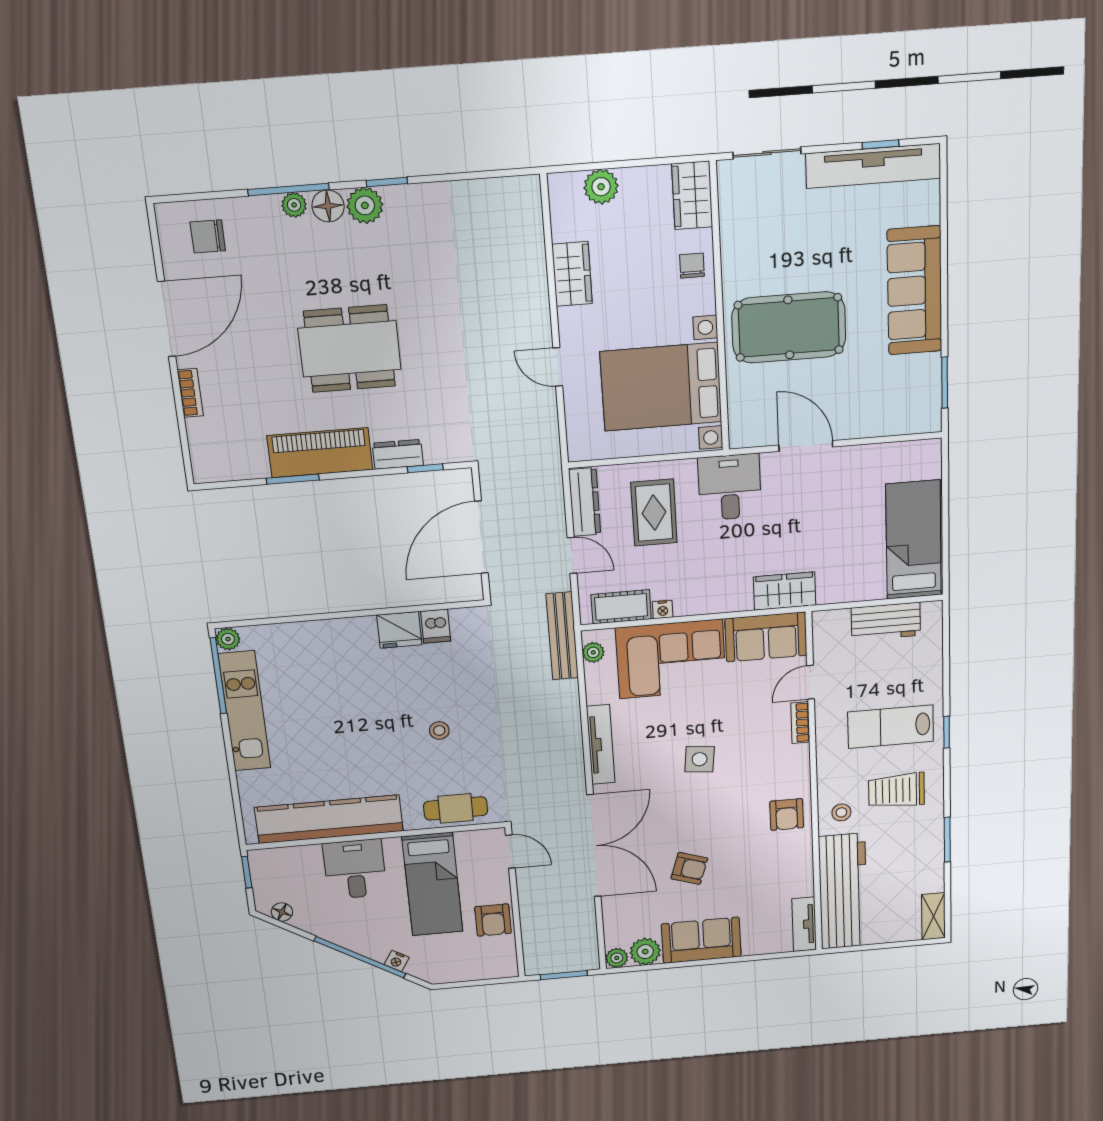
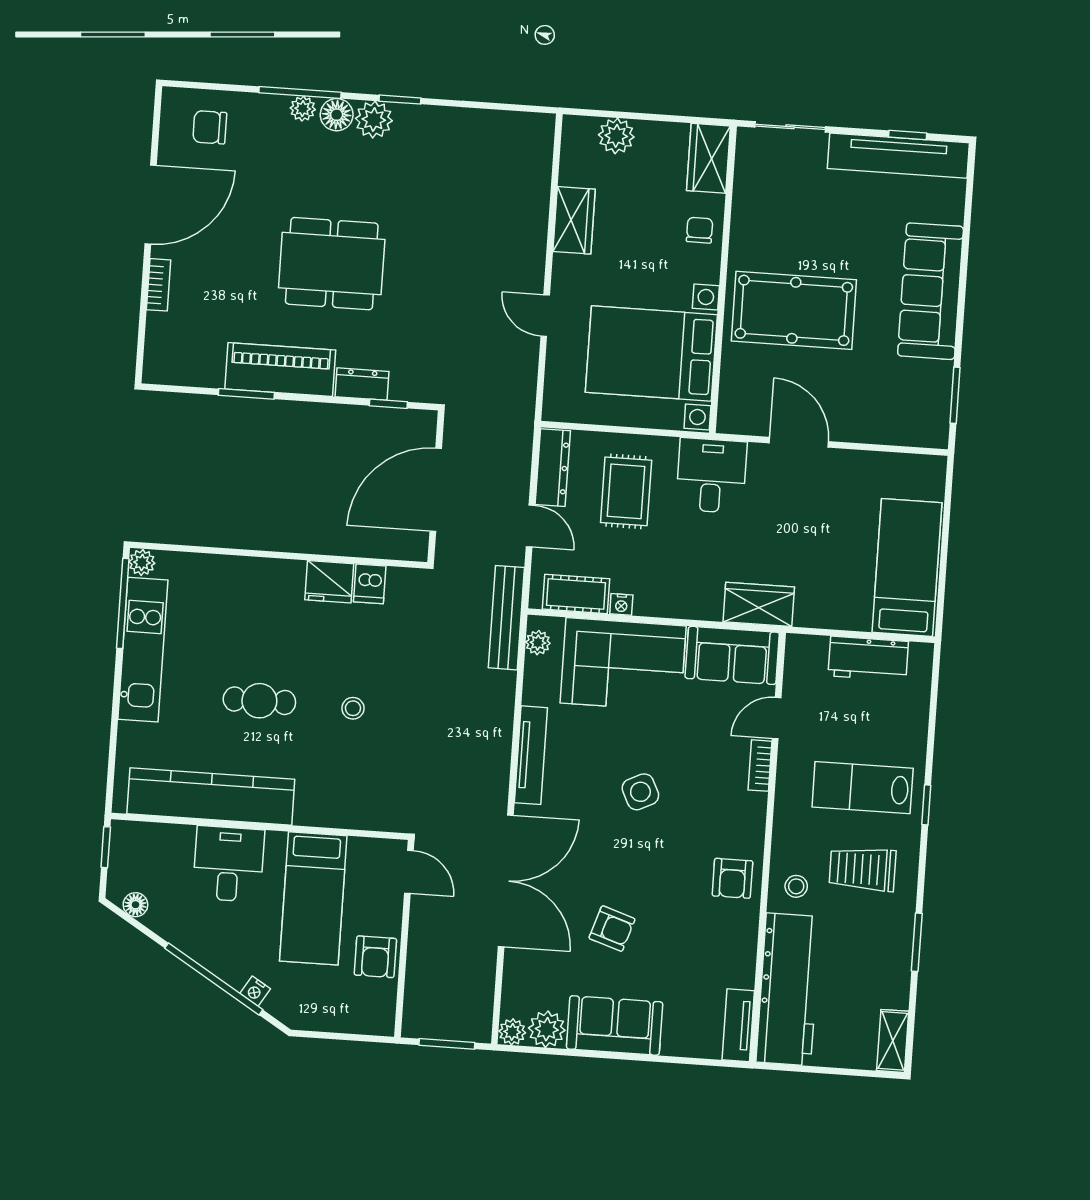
side table: (700, 759) -> (640, 792), turned -32
cafe table: (456, 808) -> (259, 701), moved

